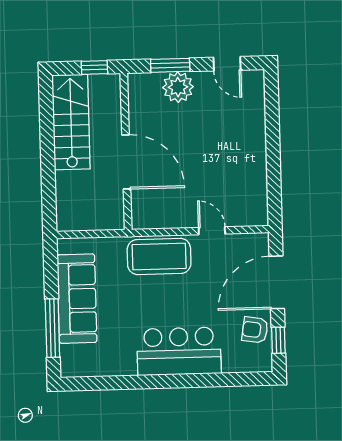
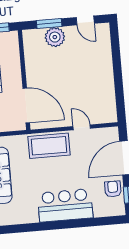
door: (126, 162) -> (26, 105), moved
armchair: (255, 330) -> (113, 189), turned 81

